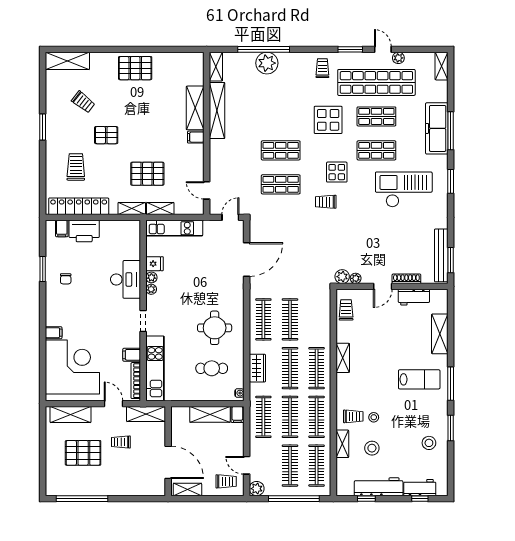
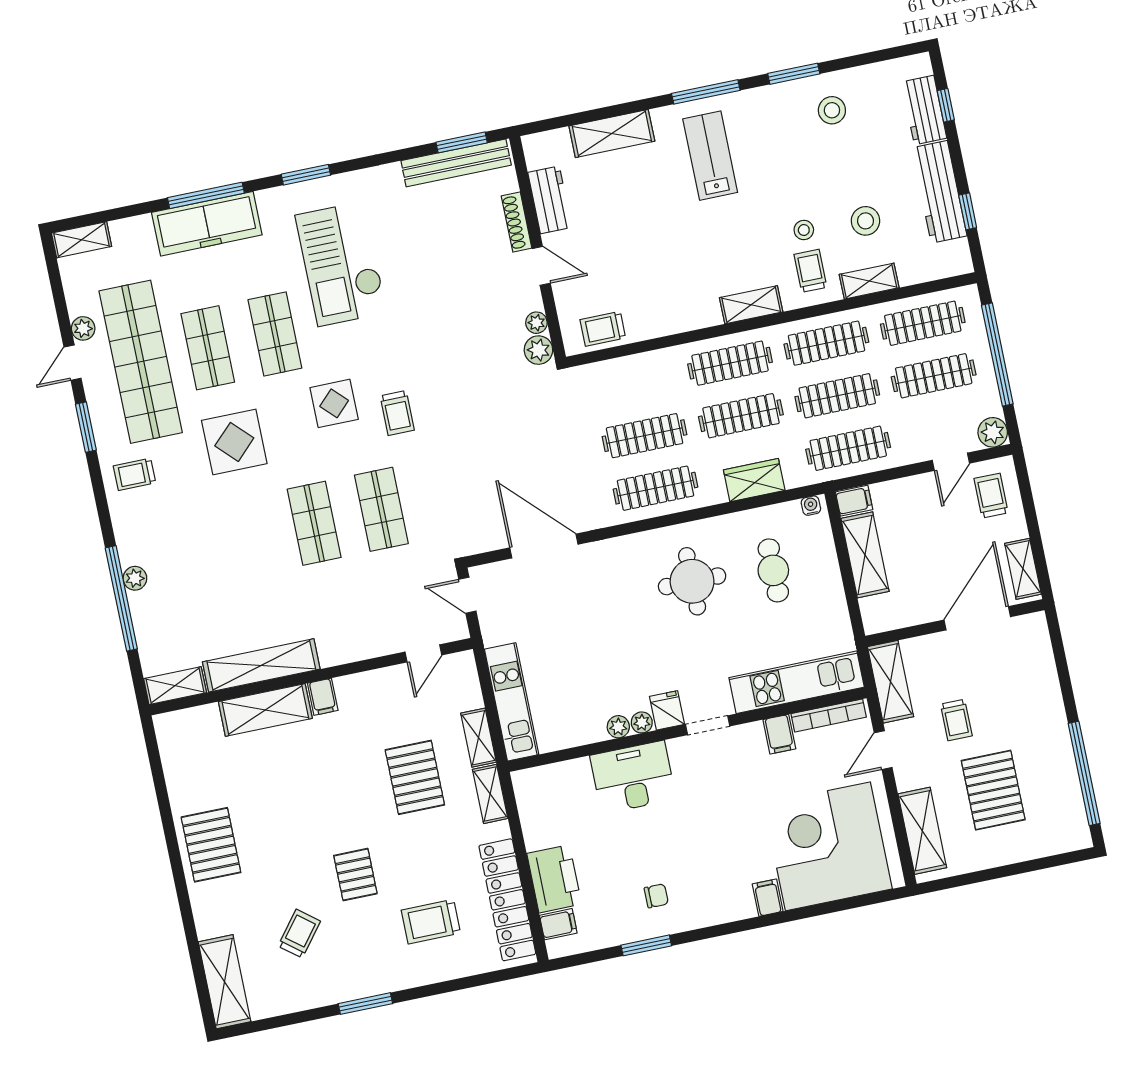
plant: (267, 63) -> (135, 578), width x0.53, depth x0.53
fridge: (155, 264) -> (667, 710), moved
shelving: (343, 358) -> (751, 305), moved

